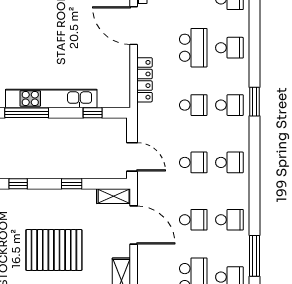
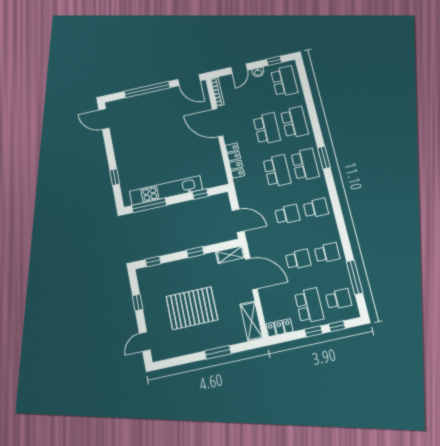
school desk: (229, 48) -> (294, 122), width x1.85
school desk: (193, 105) -> (277, 171), width x1.85
school desk: (229, 105) -> (305, 165), width x1.85

